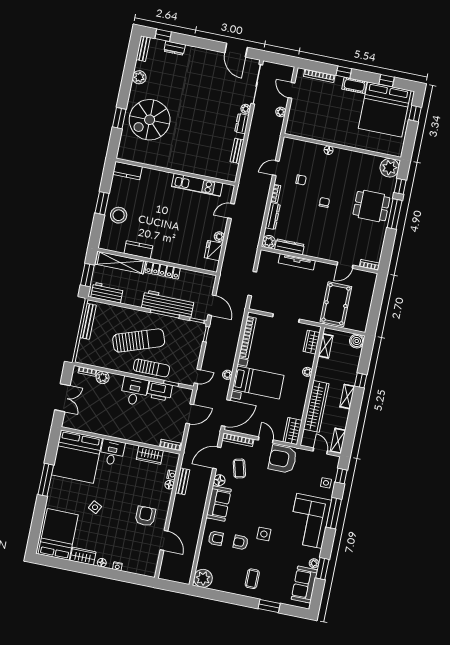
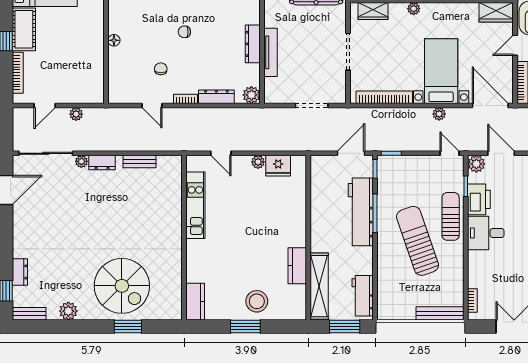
cot: (354, 85) -> (24, 29), width x1.37, depth x1.34
dresser: (289, 247) -> (253, 44), moved
locker: (163, 270) -> (318, 228), removed
bench: (88, 321) -> (440, 313), moved
plant: (103, 377) -> (476, 164), moved

